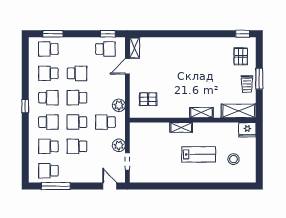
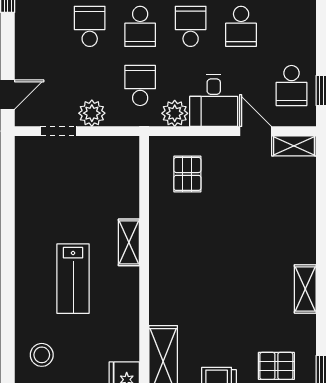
desk: (113, 87) -> (214, 101), added
shelving: (201, 113) -> (305, 289), moved
school desk: (77, 122) -> (140, 26), turned 180
stool: (233, 159) -> (42, 355), moved

